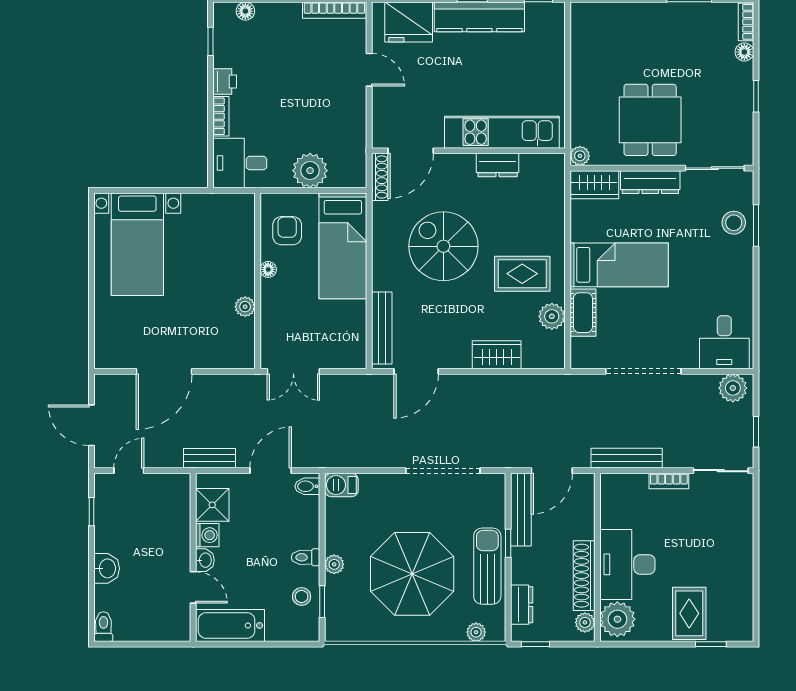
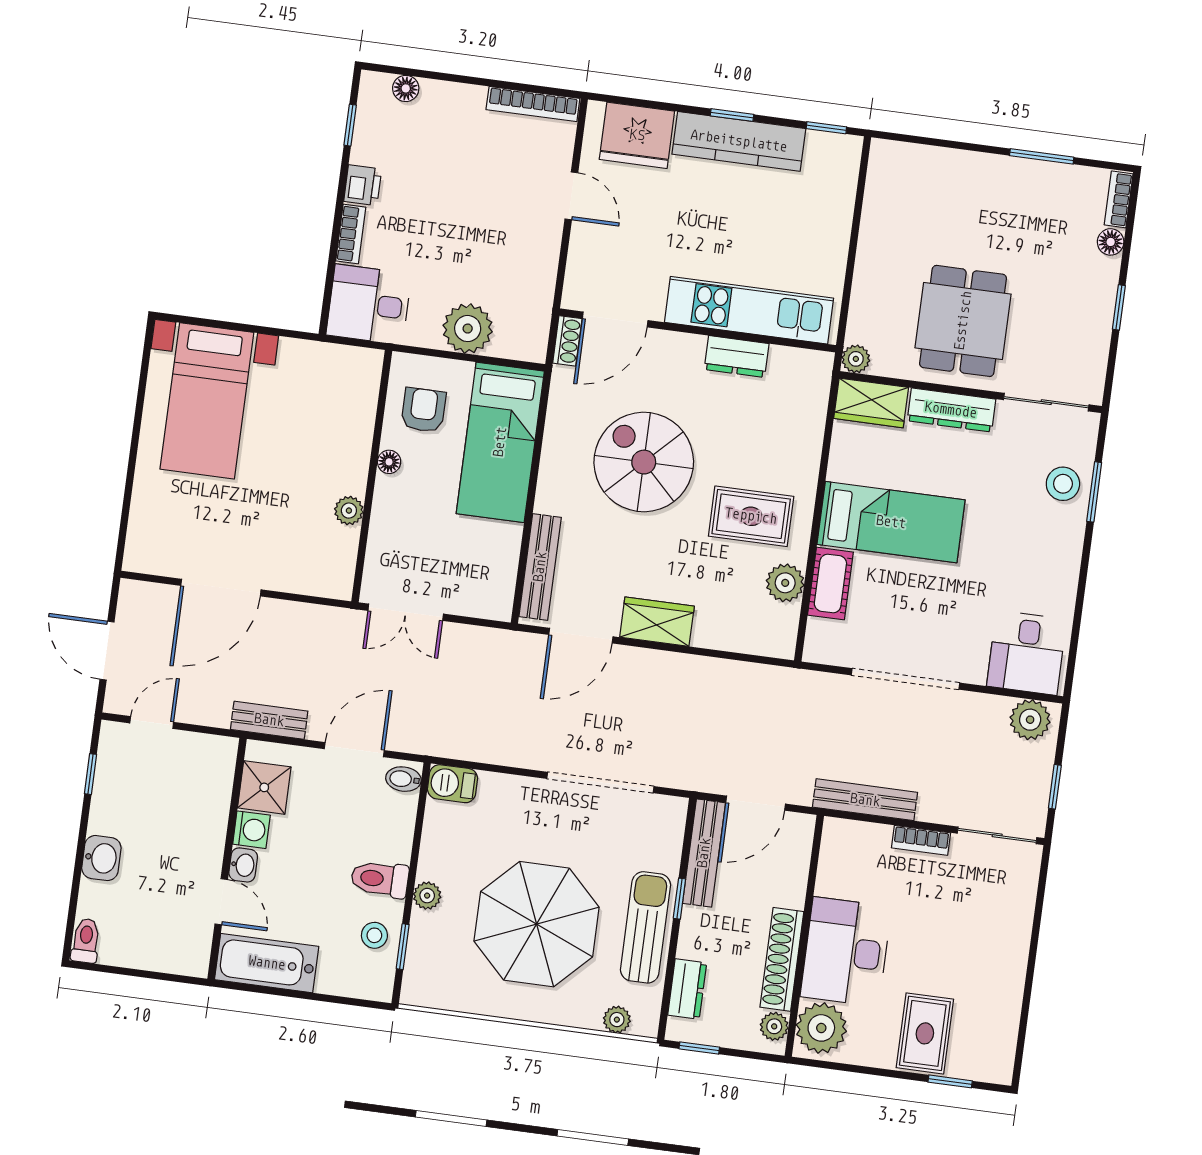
shoe rack: (380, 177) -> (567, 341), width x0.70
wardrobe: (497, 355) -> (657, 622), moved
toilet: (306, 557) -> (380, 879), width x1.37, depth x1.39

